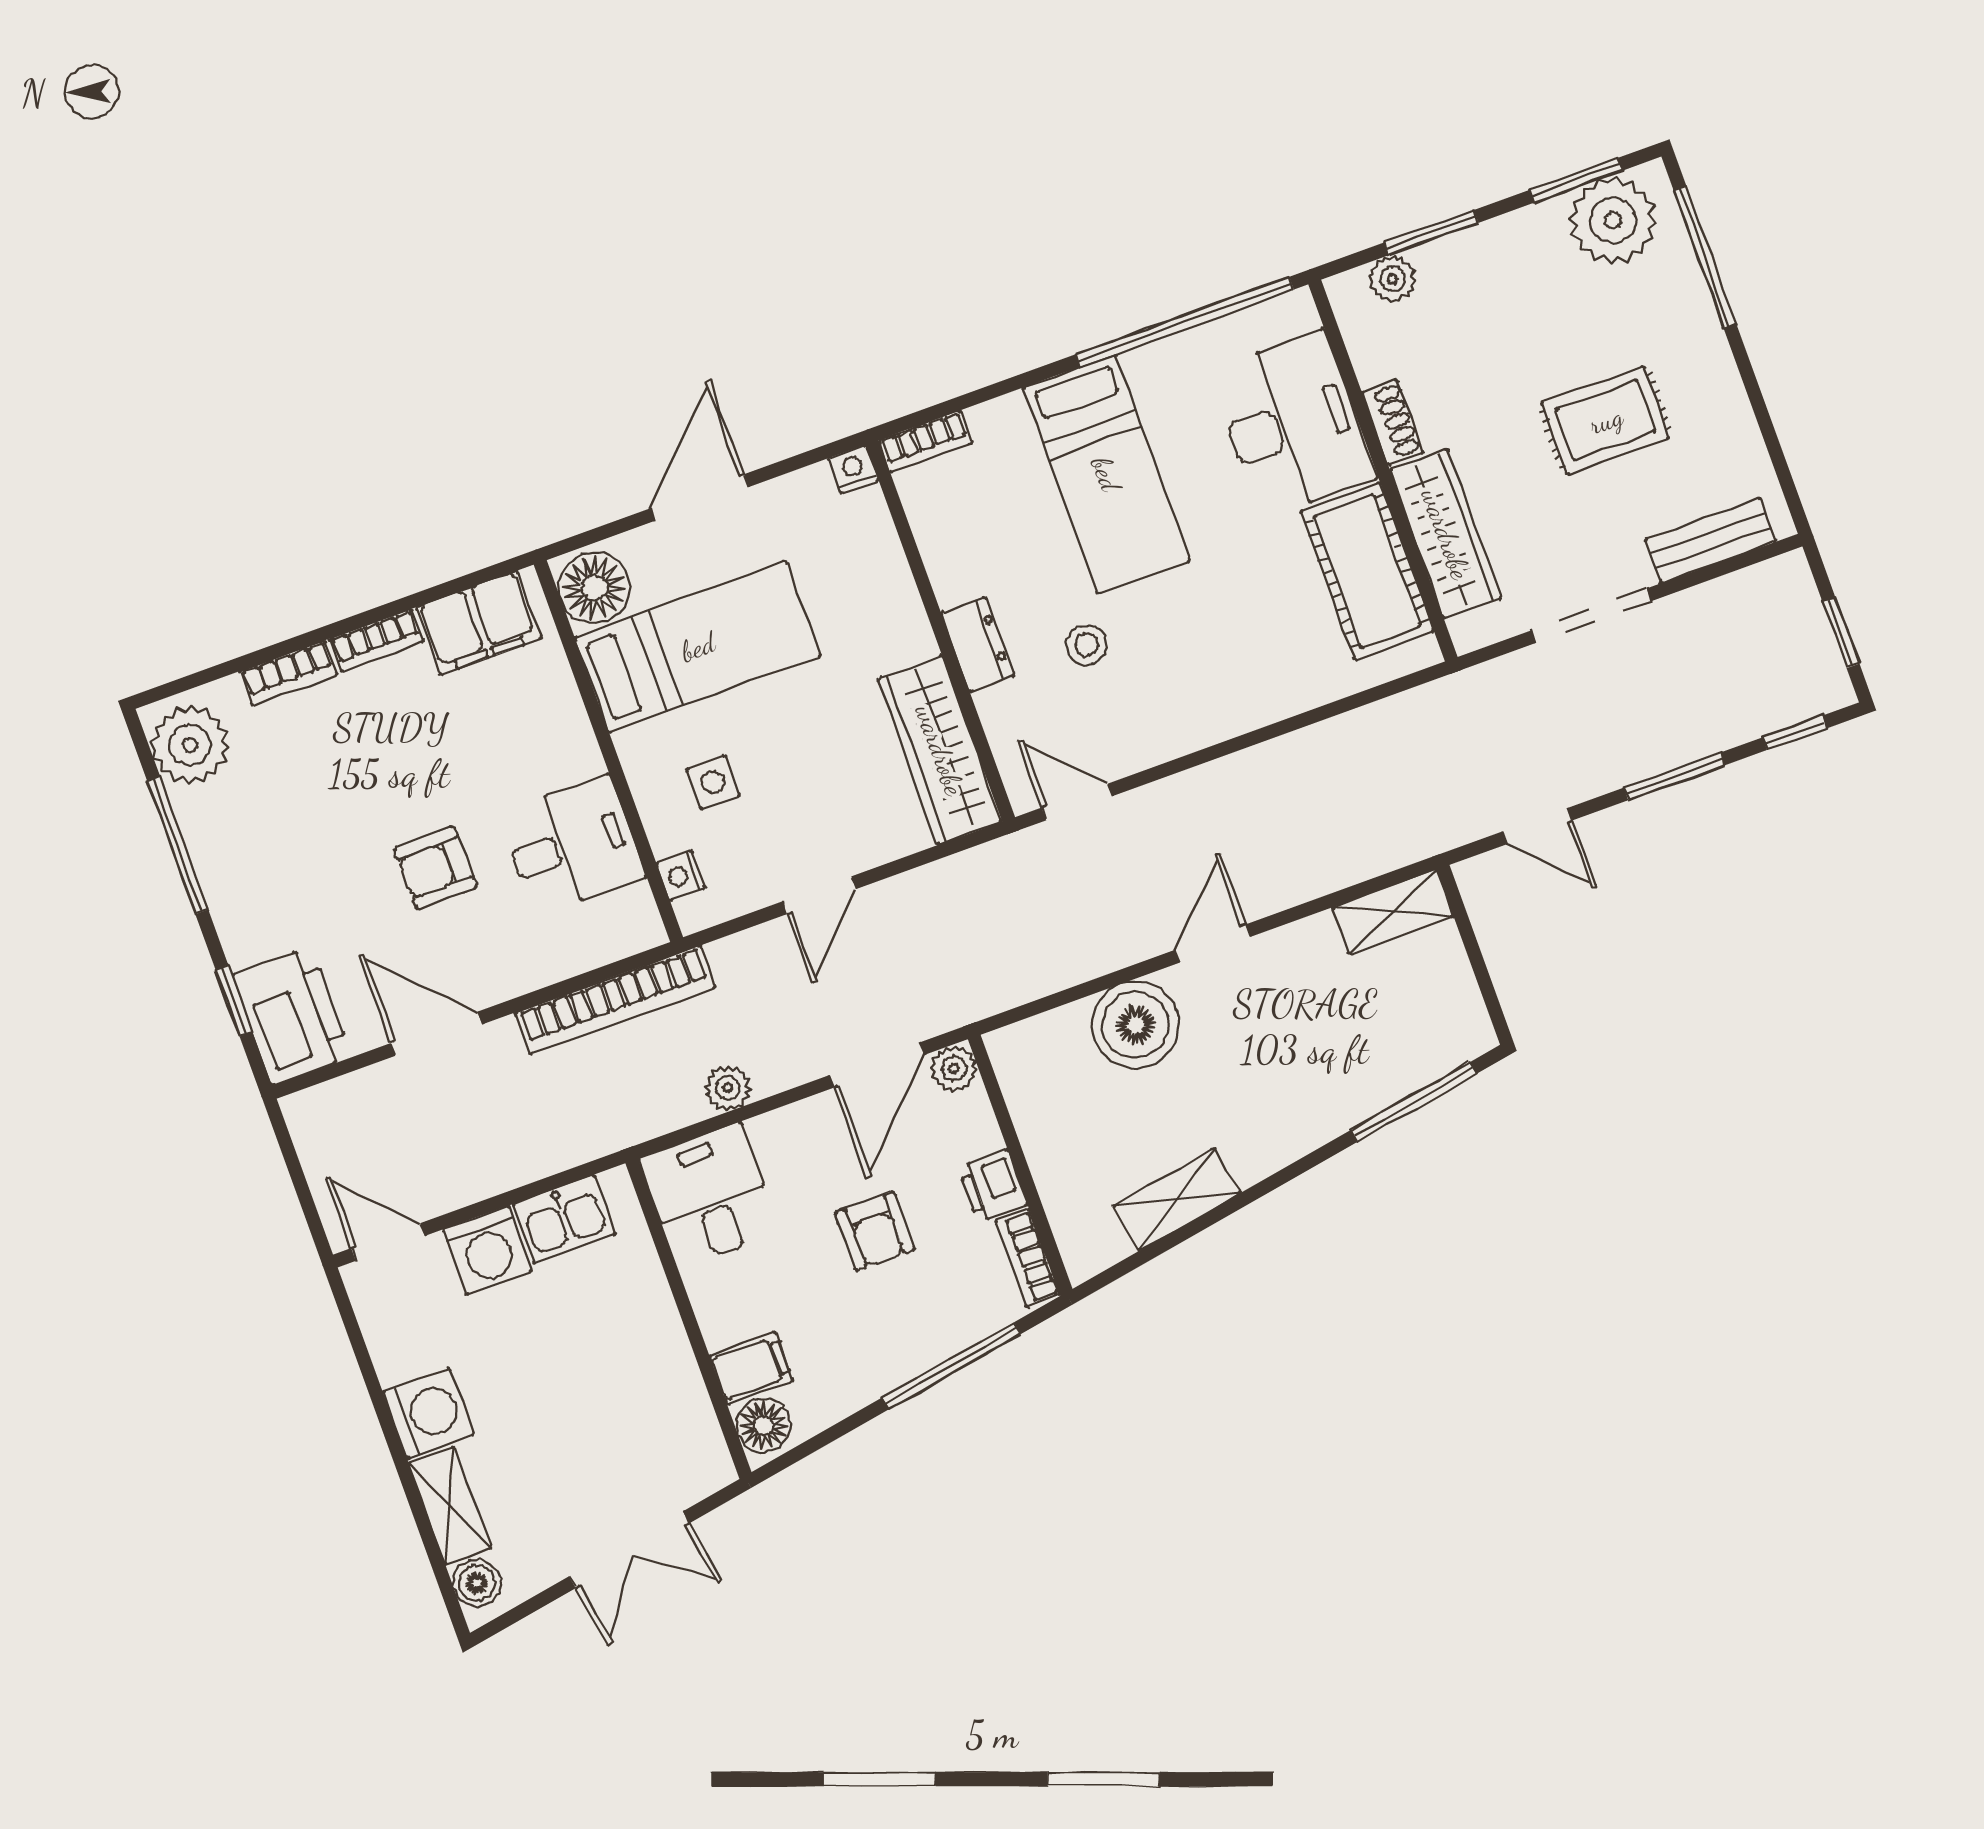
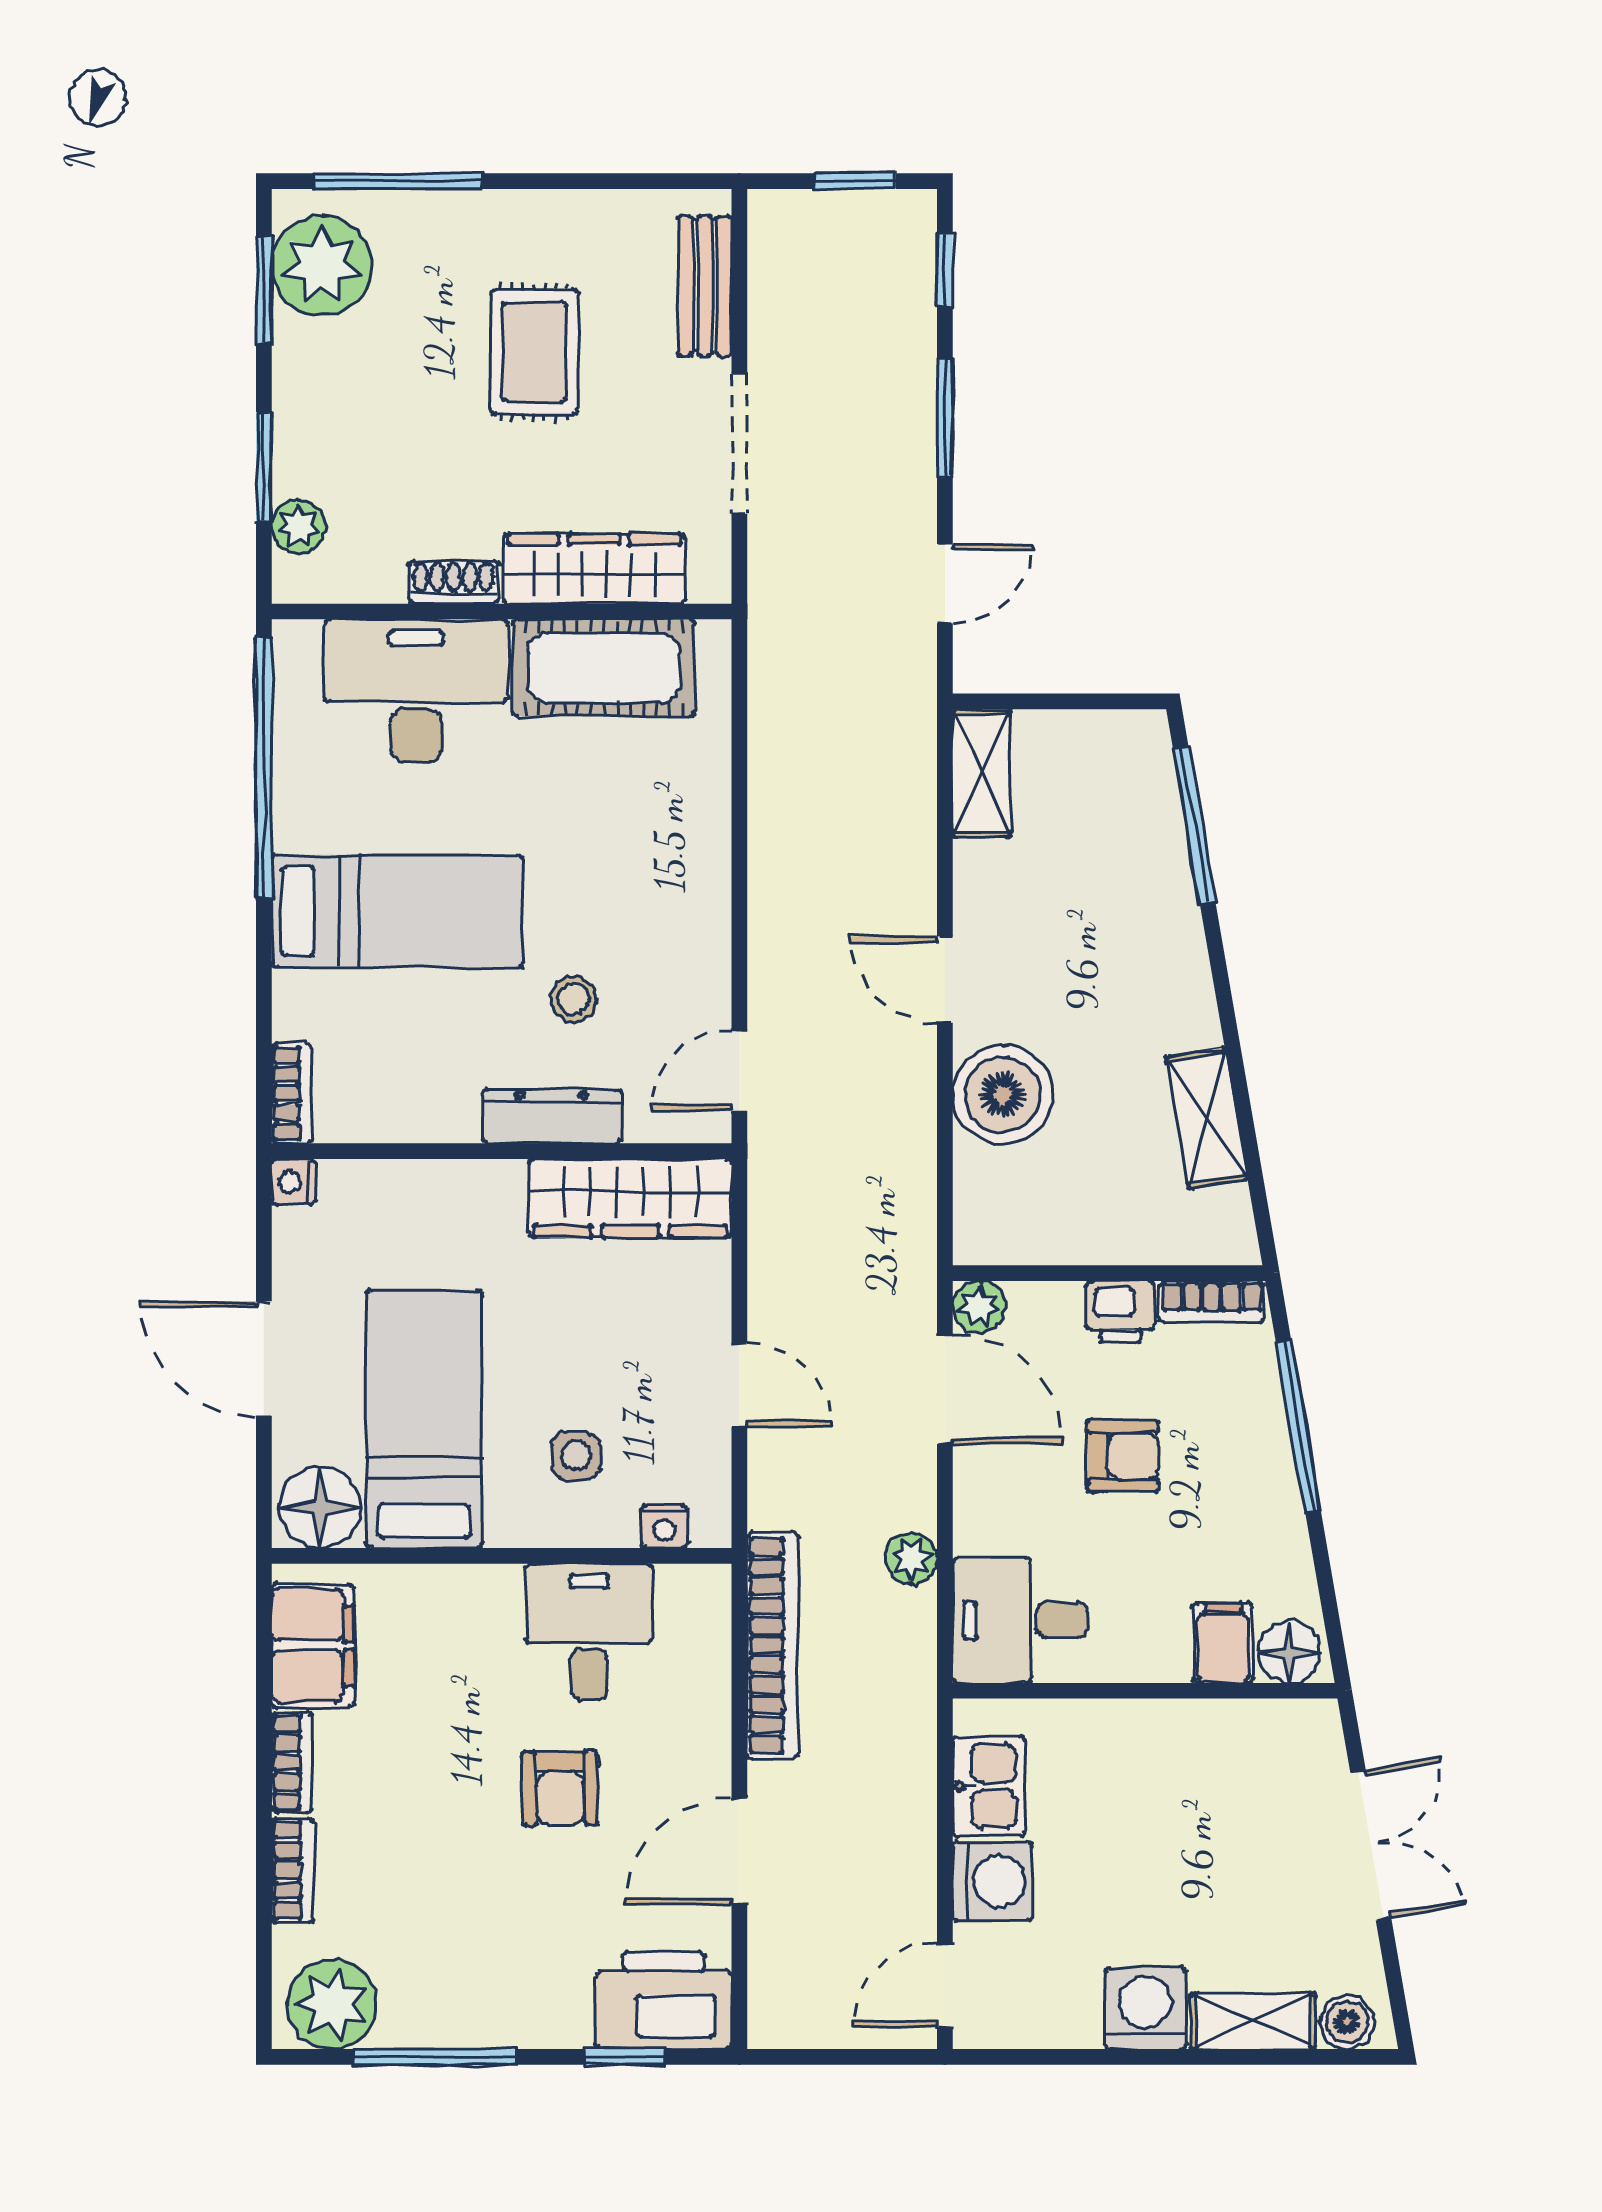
dresser: (978, 644) -> (552, 1116), width x1.44

